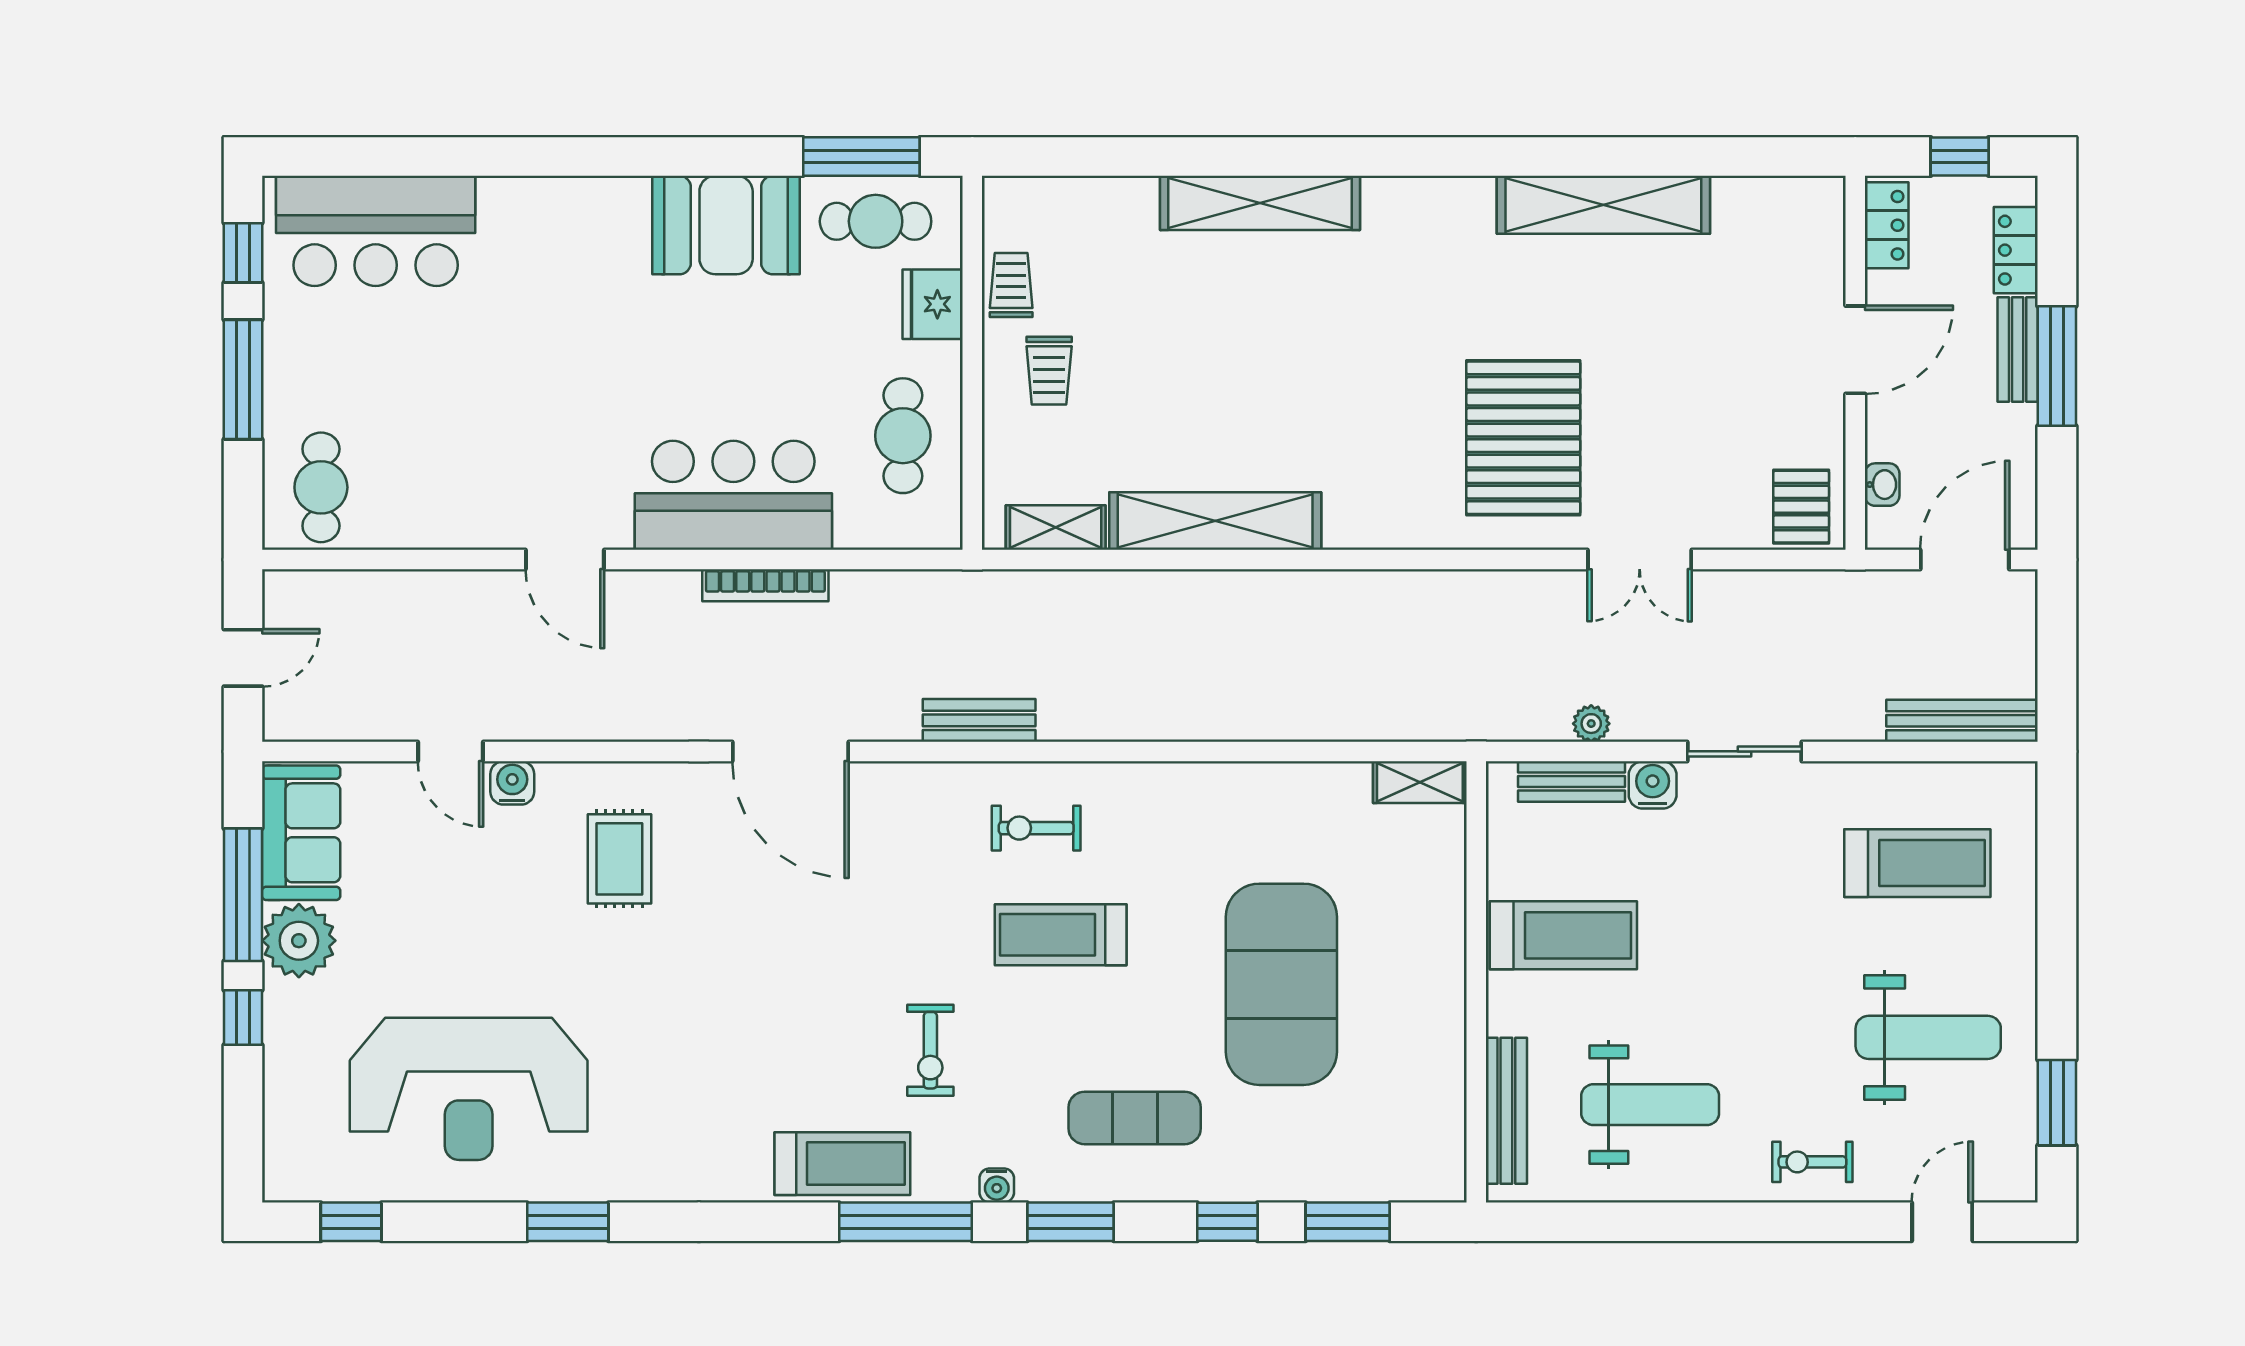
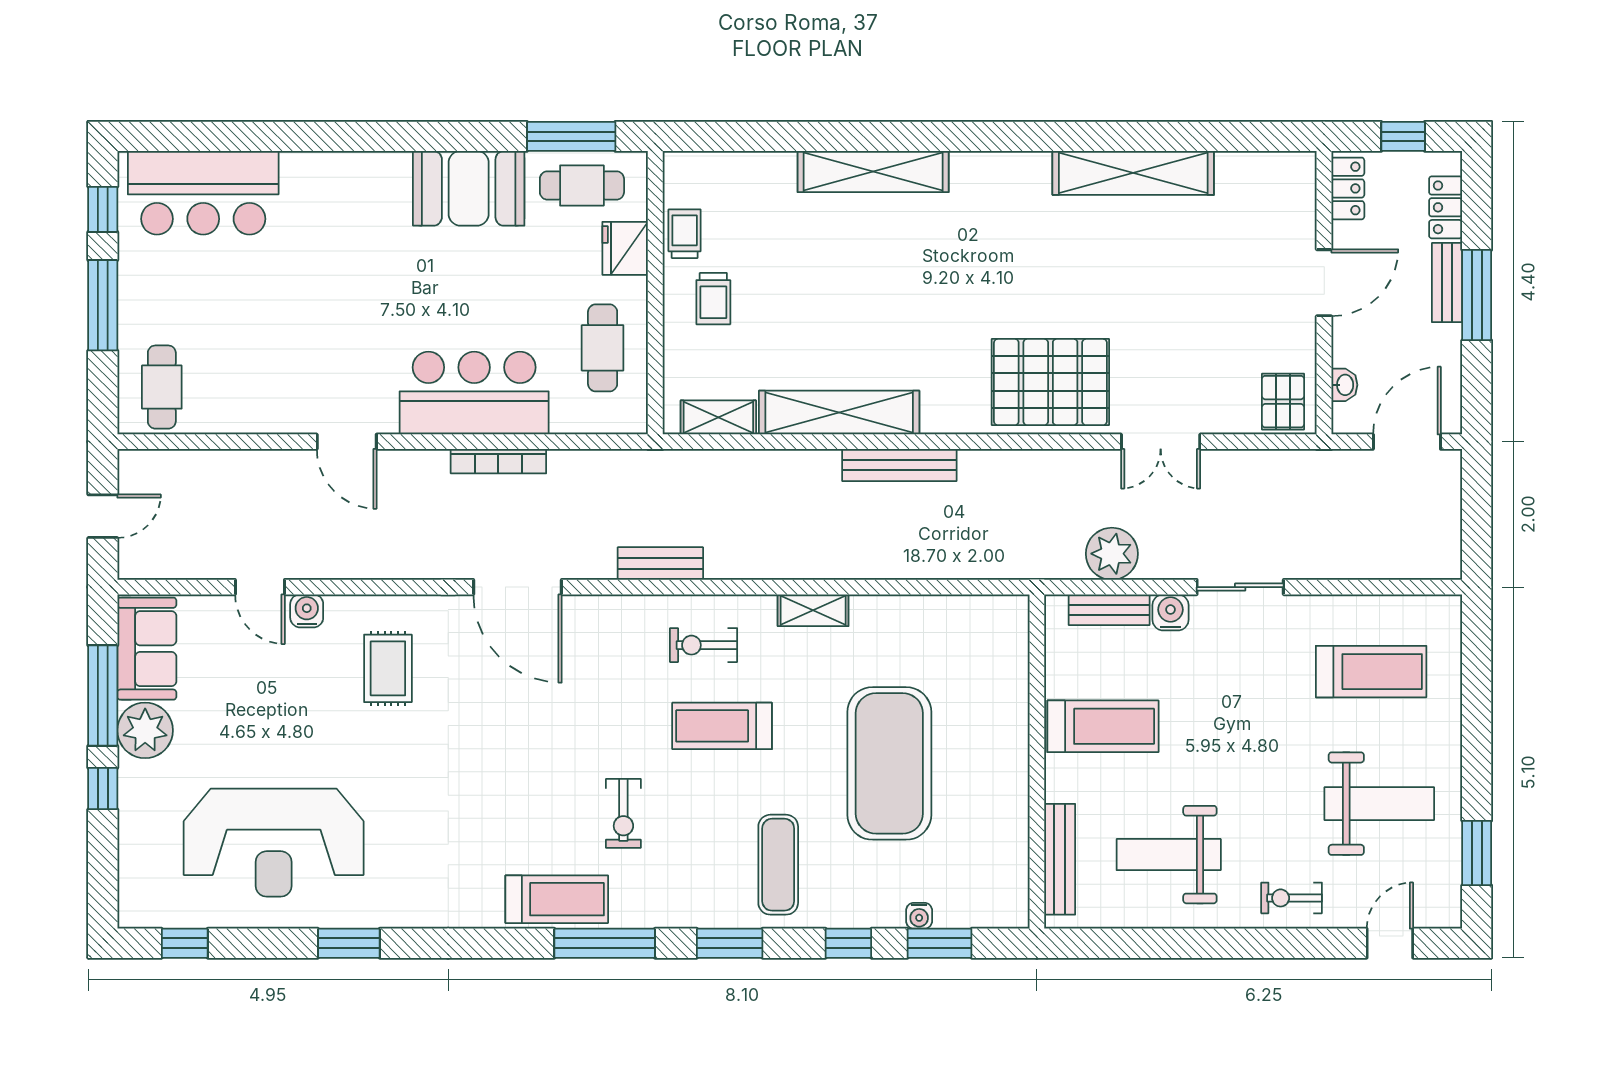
pallet: (1523, 438) -> (1050, 382), moved, turned 90
bench: (1962, 721) -> (899, 465), moved
plant: (1591, 724) -> (1112, 554), width x1.88, depth x1.88
shelving: (1420, 782) -> (813, 610), moved
weight bench: (1650, 1105) -> (1169, 855), turned 180
exercise mat: (1135, 1118) -> (778, 865), turned 90
water cooler: (997, 1185) -> (919, 916), moved

